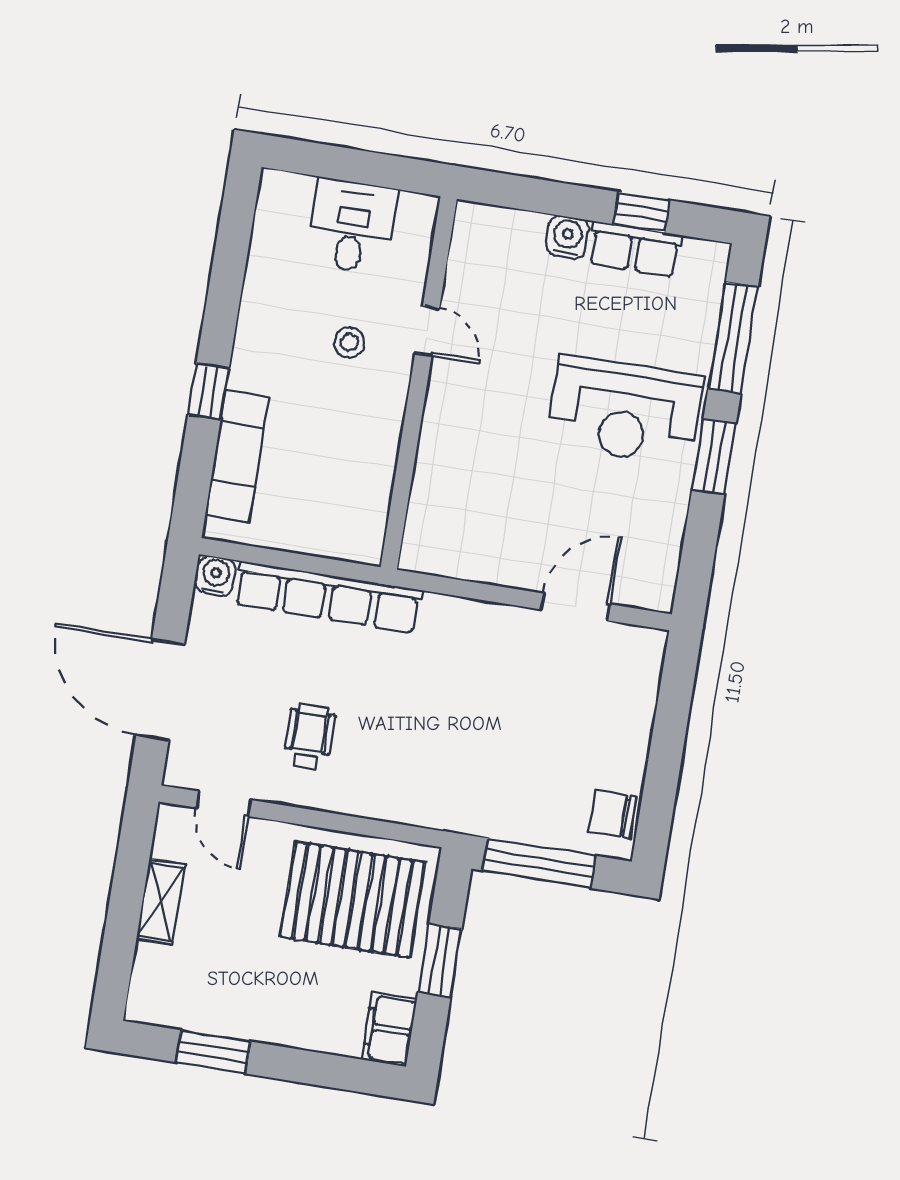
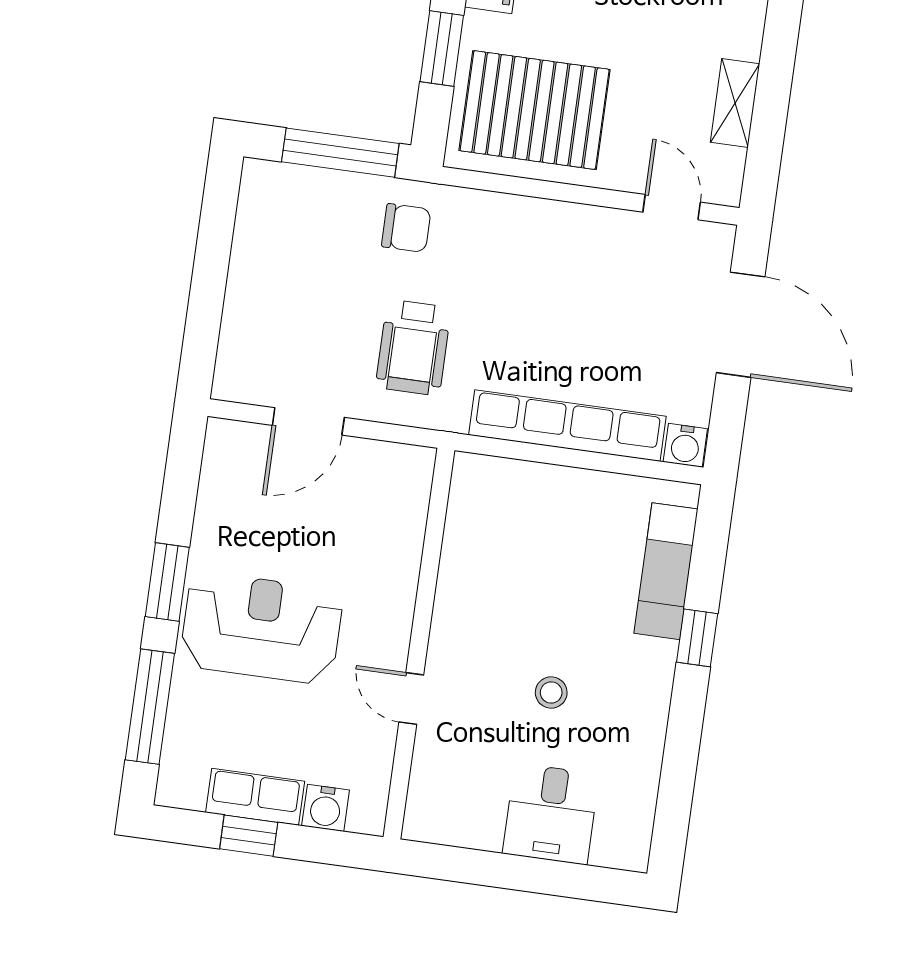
door: (427, 331) -> (411, 698), moved
wall: (419, 383) -> (419, 644), moved
wheelchair: (309, 737) -> (413, 347), moved, width x1.36, depth x1.37
chair: (613, 814) -> (406, 228), moved

